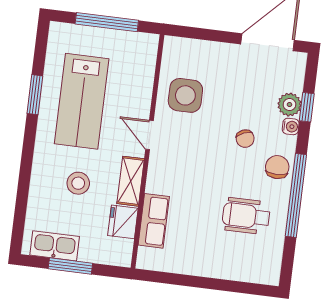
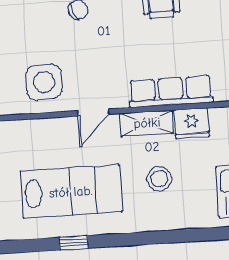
window: (35, 95) -> (74, 243), width x0.67
row of seats: (154, 221) -> (171, 92), width x1.48

